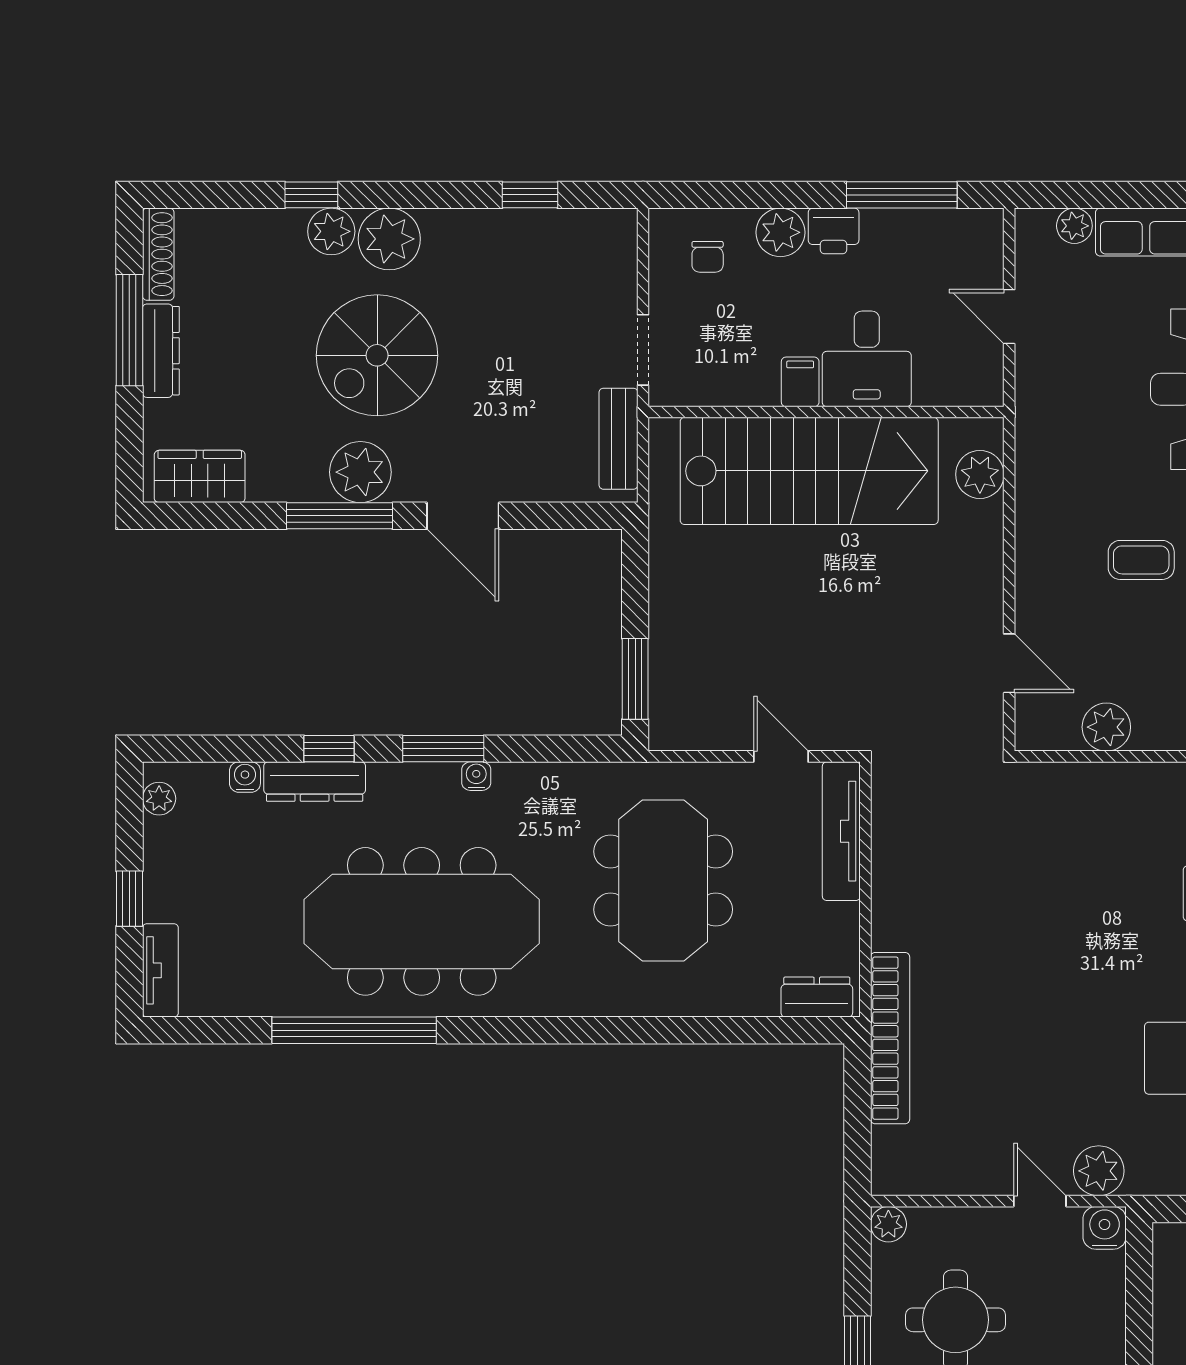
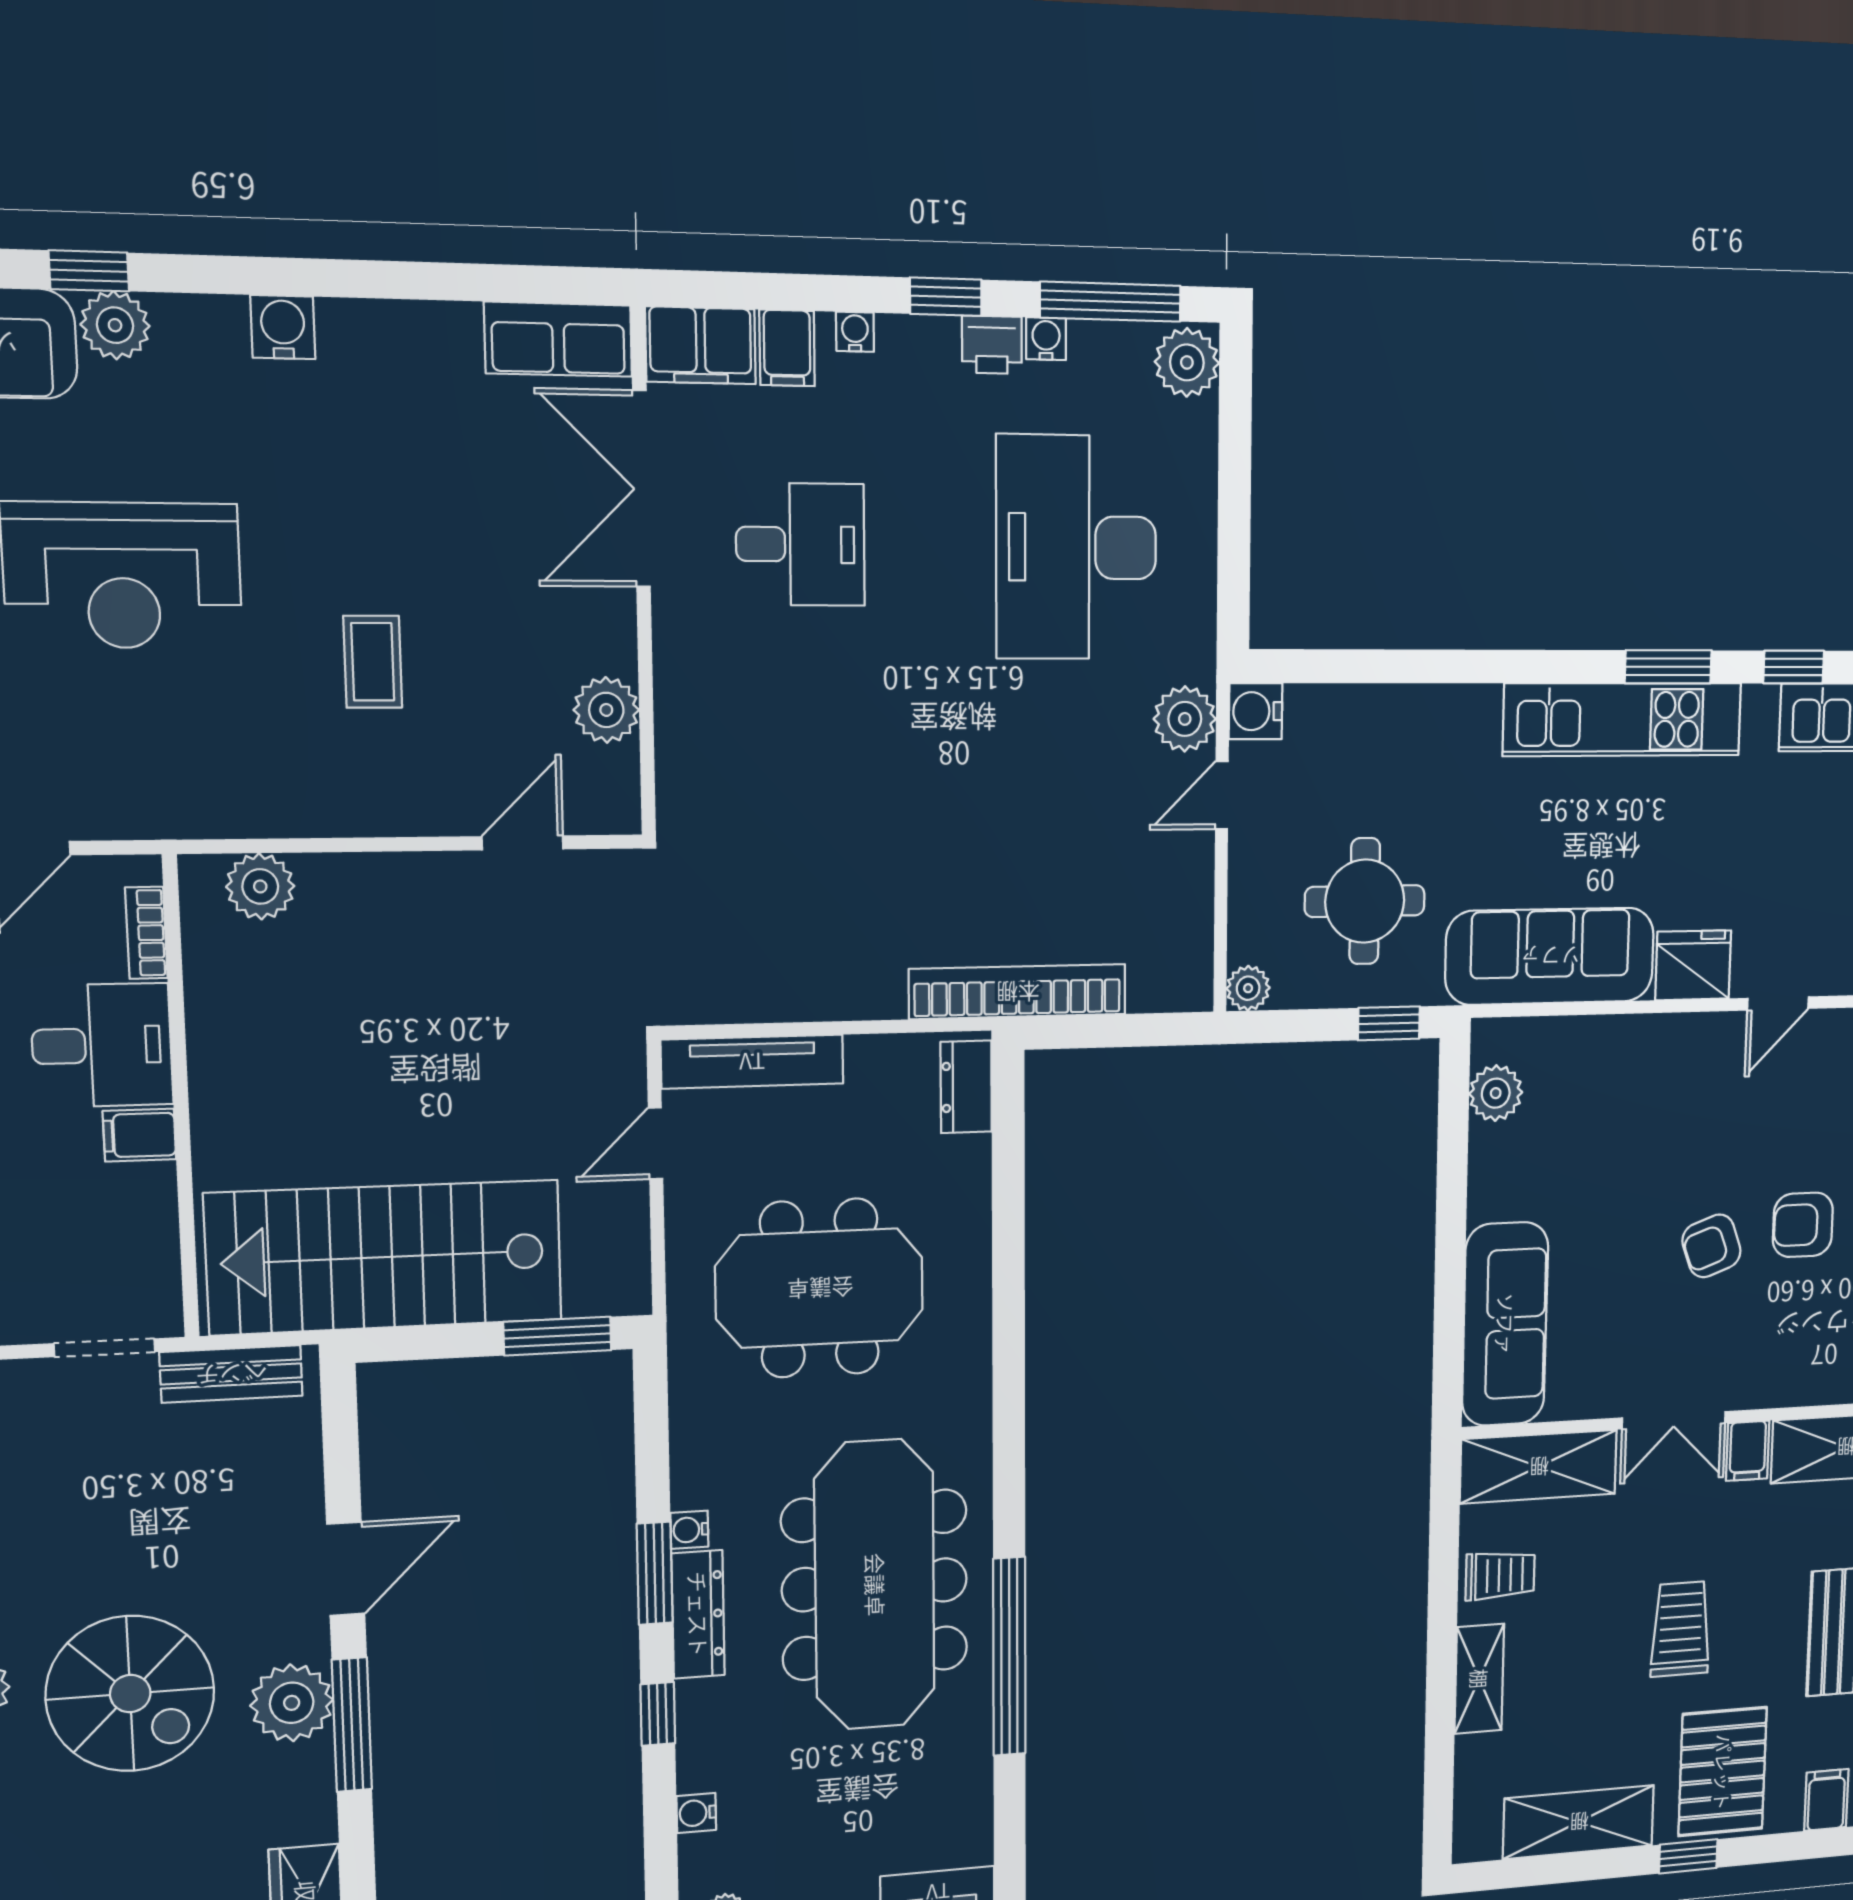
bookcase: (948, 394) -> (146, 933), added
stairs: (809, 471) -> (385, 1257), moved, turned -90
dresser: (315, 782) -> (698, 1614), moved

